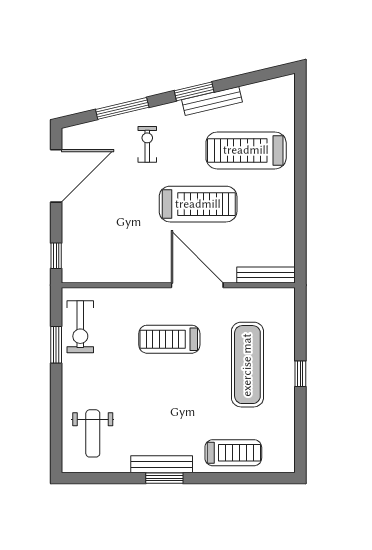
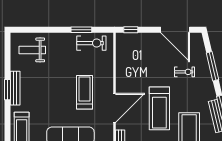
exercise bike: (147, 144) -> (185, 72), moved
exercise bike: (80, 327) -> (91, 43), turned 180

